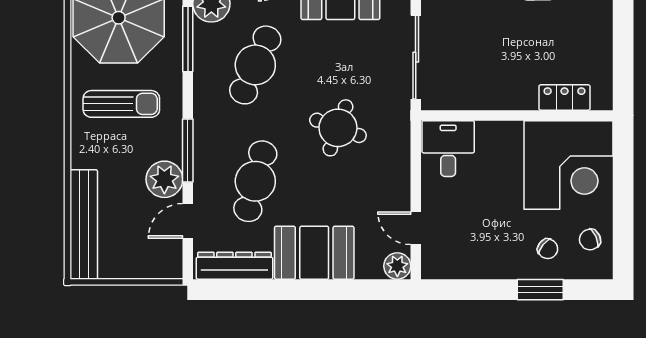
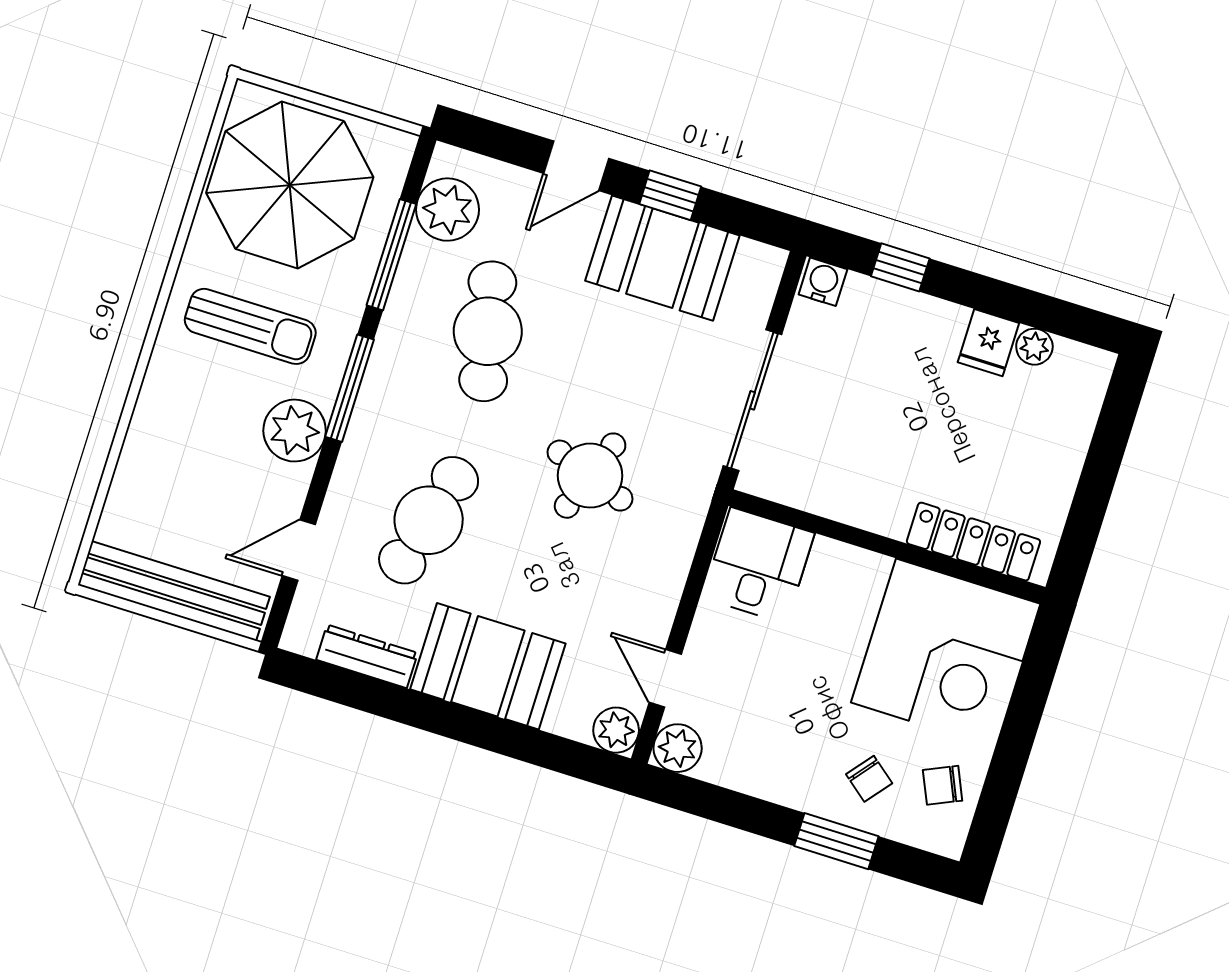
cafe table: (255, 65) -> (488, 331), turned -36
locker: (564, 97) -> (973, 542), width x1.53
window: (188, 151) -> (350, 388), moved
plant: (164, 179) -> (295, 431), moved
bench: (84, 224) -> (174, 591), moved, turned 90
plant: (435, 265) -> (678, 748), added
dresser: (234, 266) -> (367, 656), width x0.73, depth x0.80

